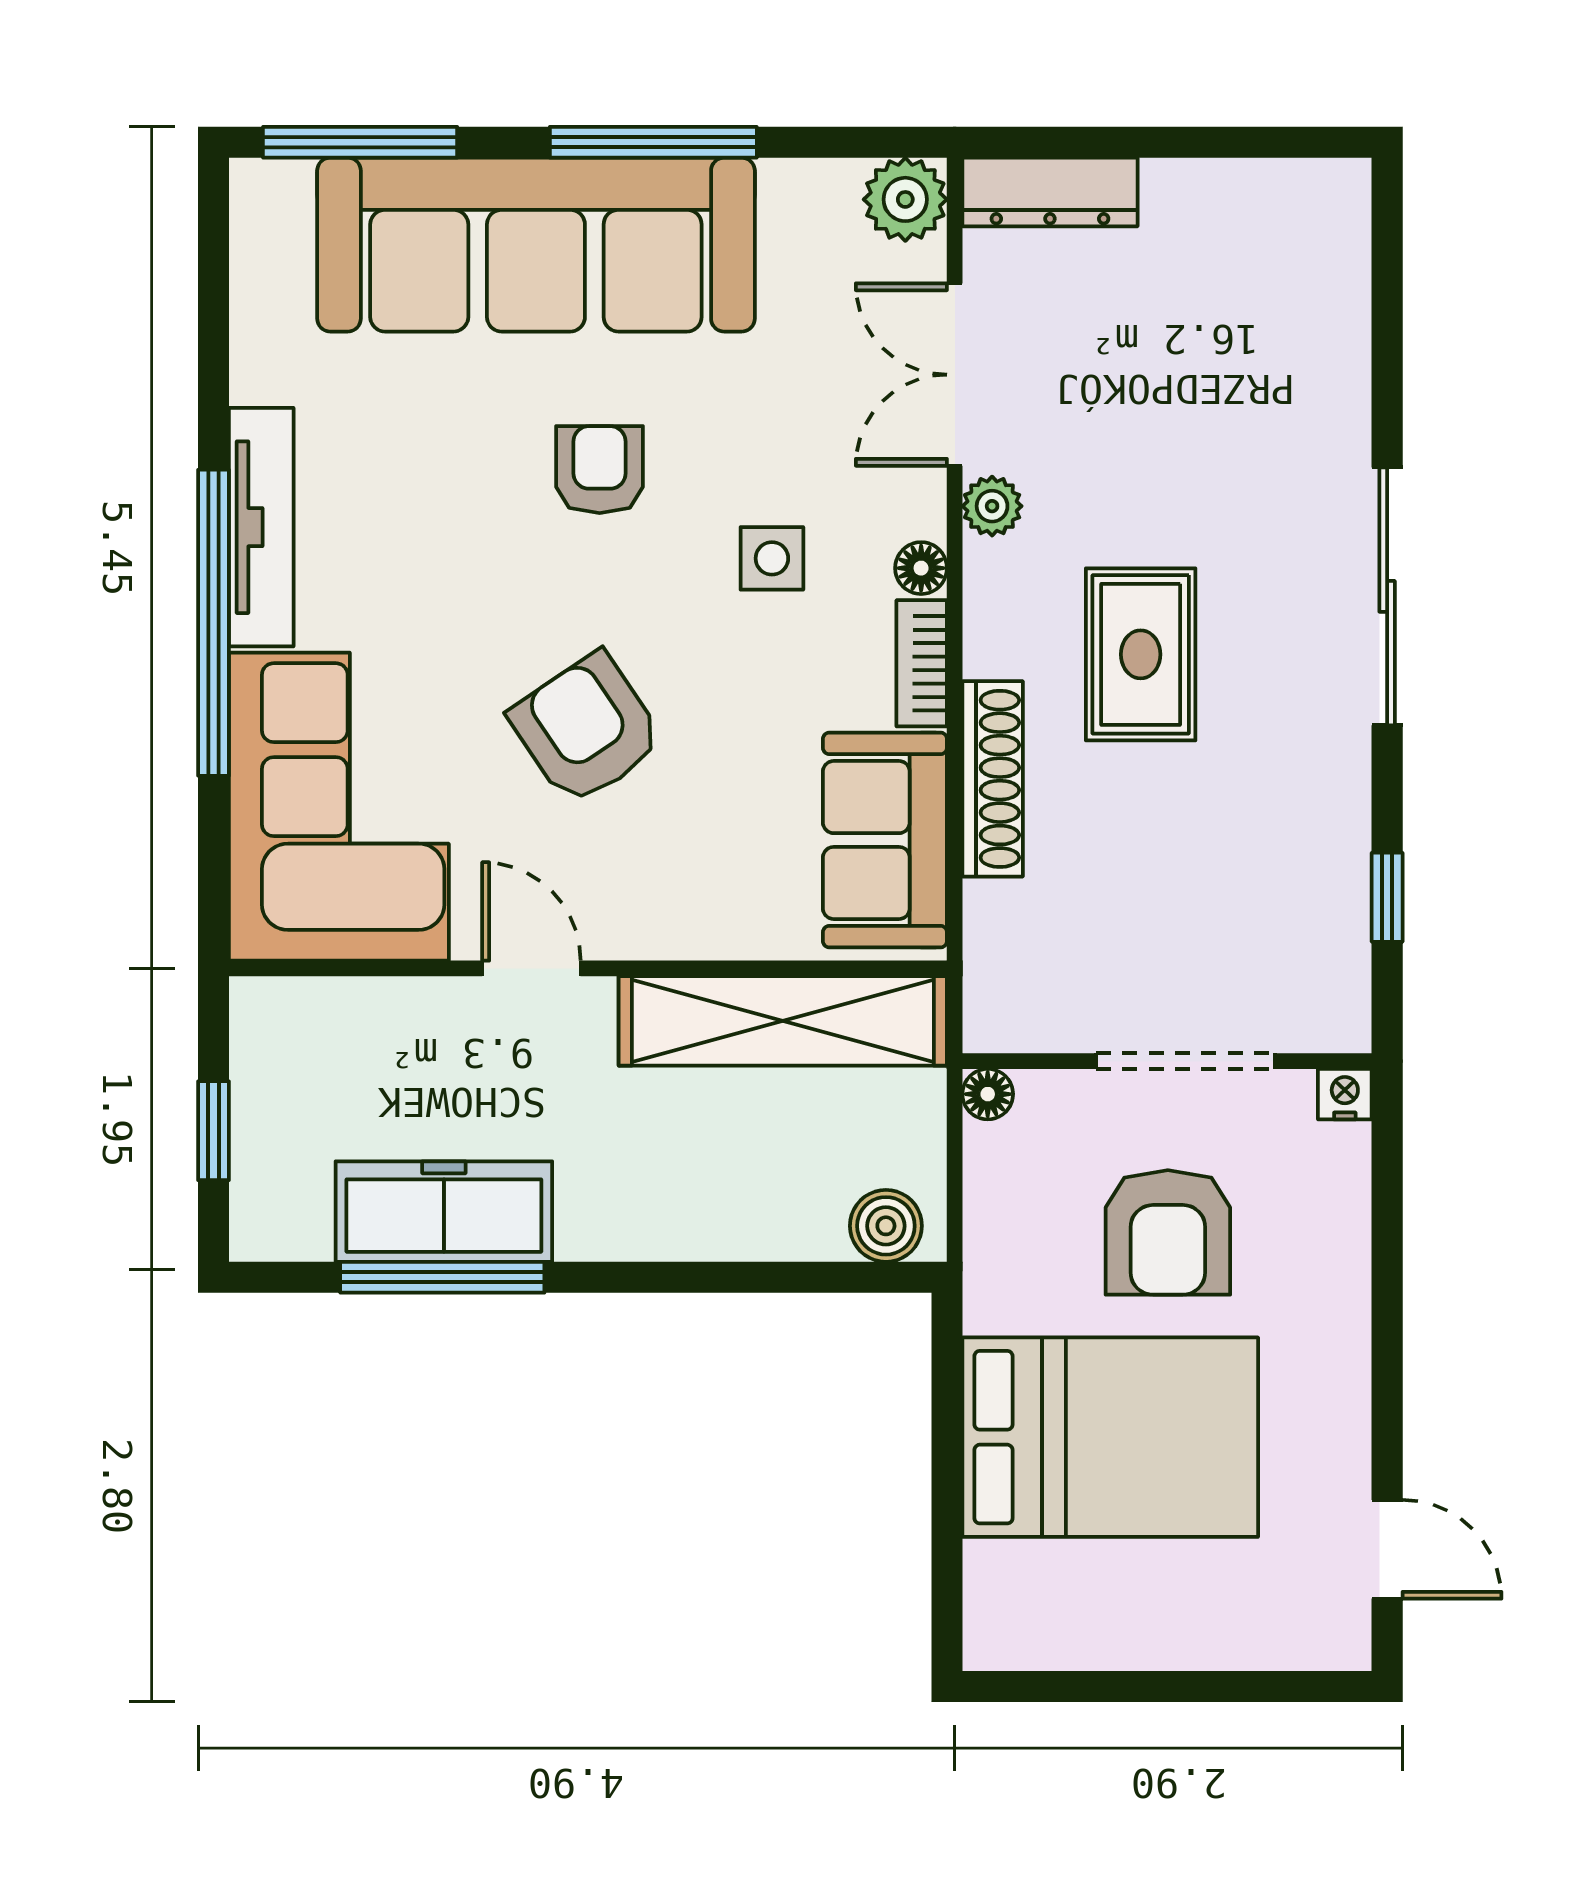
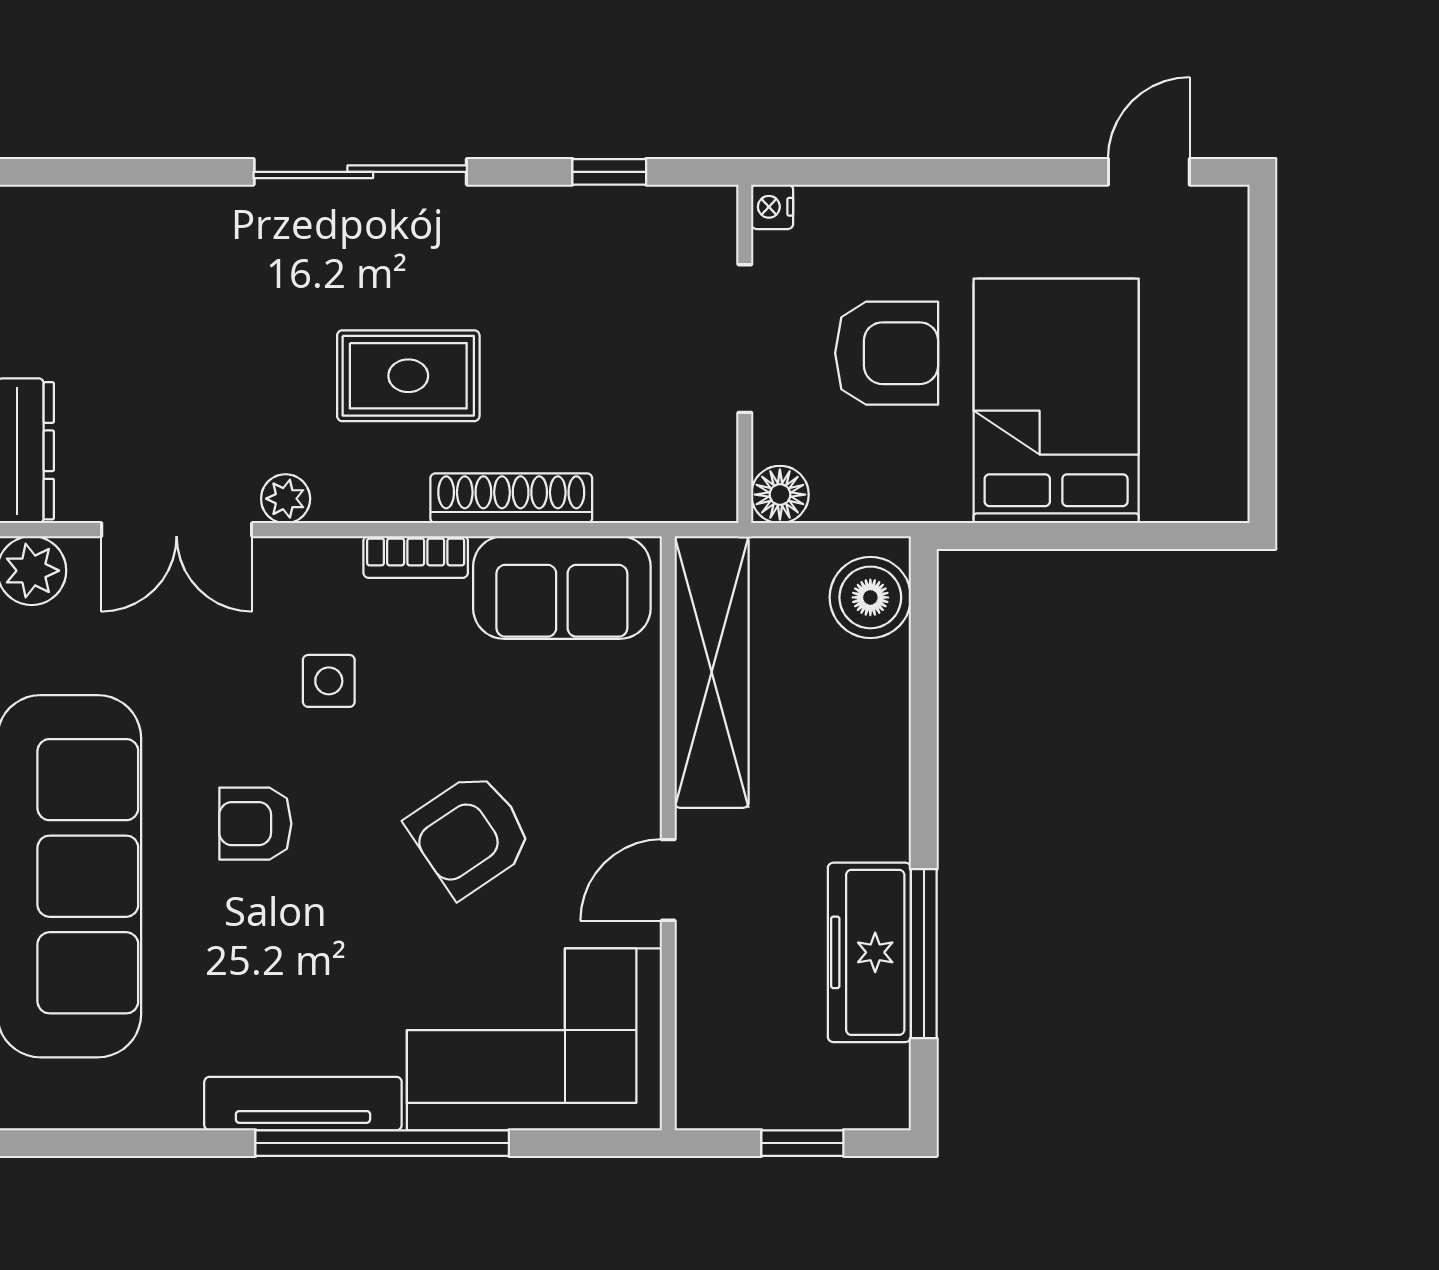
floor lamp: (921, 568) -> (337, 557), removed
floor lamp: (988, 1094) -> (780, 495), width x1.37, depth x1.37
boiler: (886, 1226) -> (870, 597), width x1.36, depth x1.36

